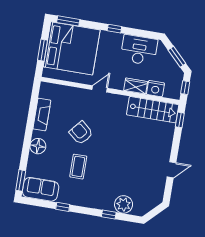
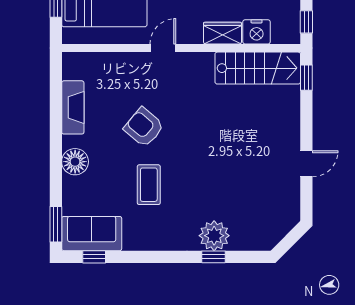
plant: (124, 204) -> (214, 236), moved
window: (63, 207) -> (94, 257), moved

